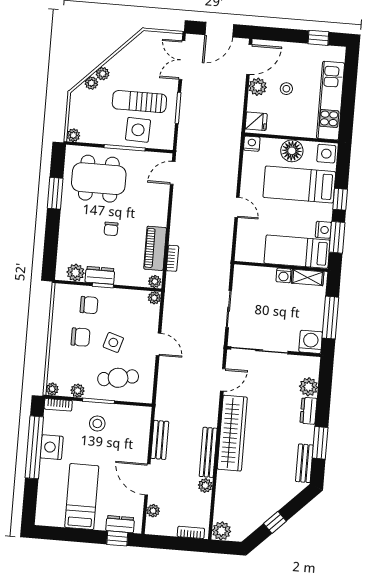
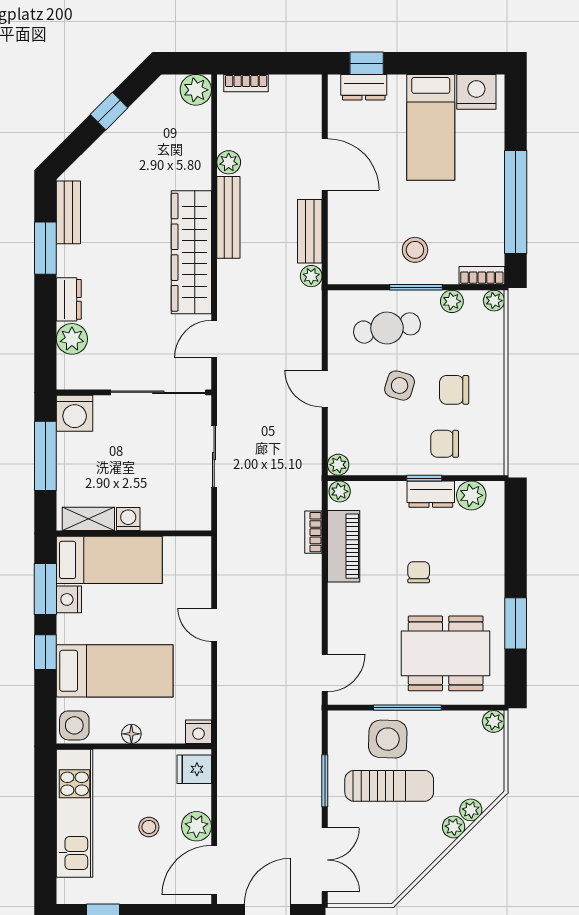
floor lamp: (292, 151) -> (131, 734), width x0.53, depth x0.53
nightstand: (52, 447) -> (476, 92), moved, turned -90
plant: (153, 511) -> (311, 276), moved

